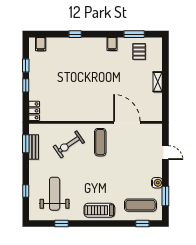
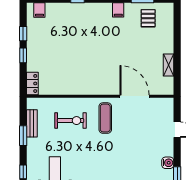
shelving: (158, 82) -> (168, 65), moved
window: (26, 144) -> (23, 136), moved
exercise bike: (69, 144) -> (71, 121), turned -146

